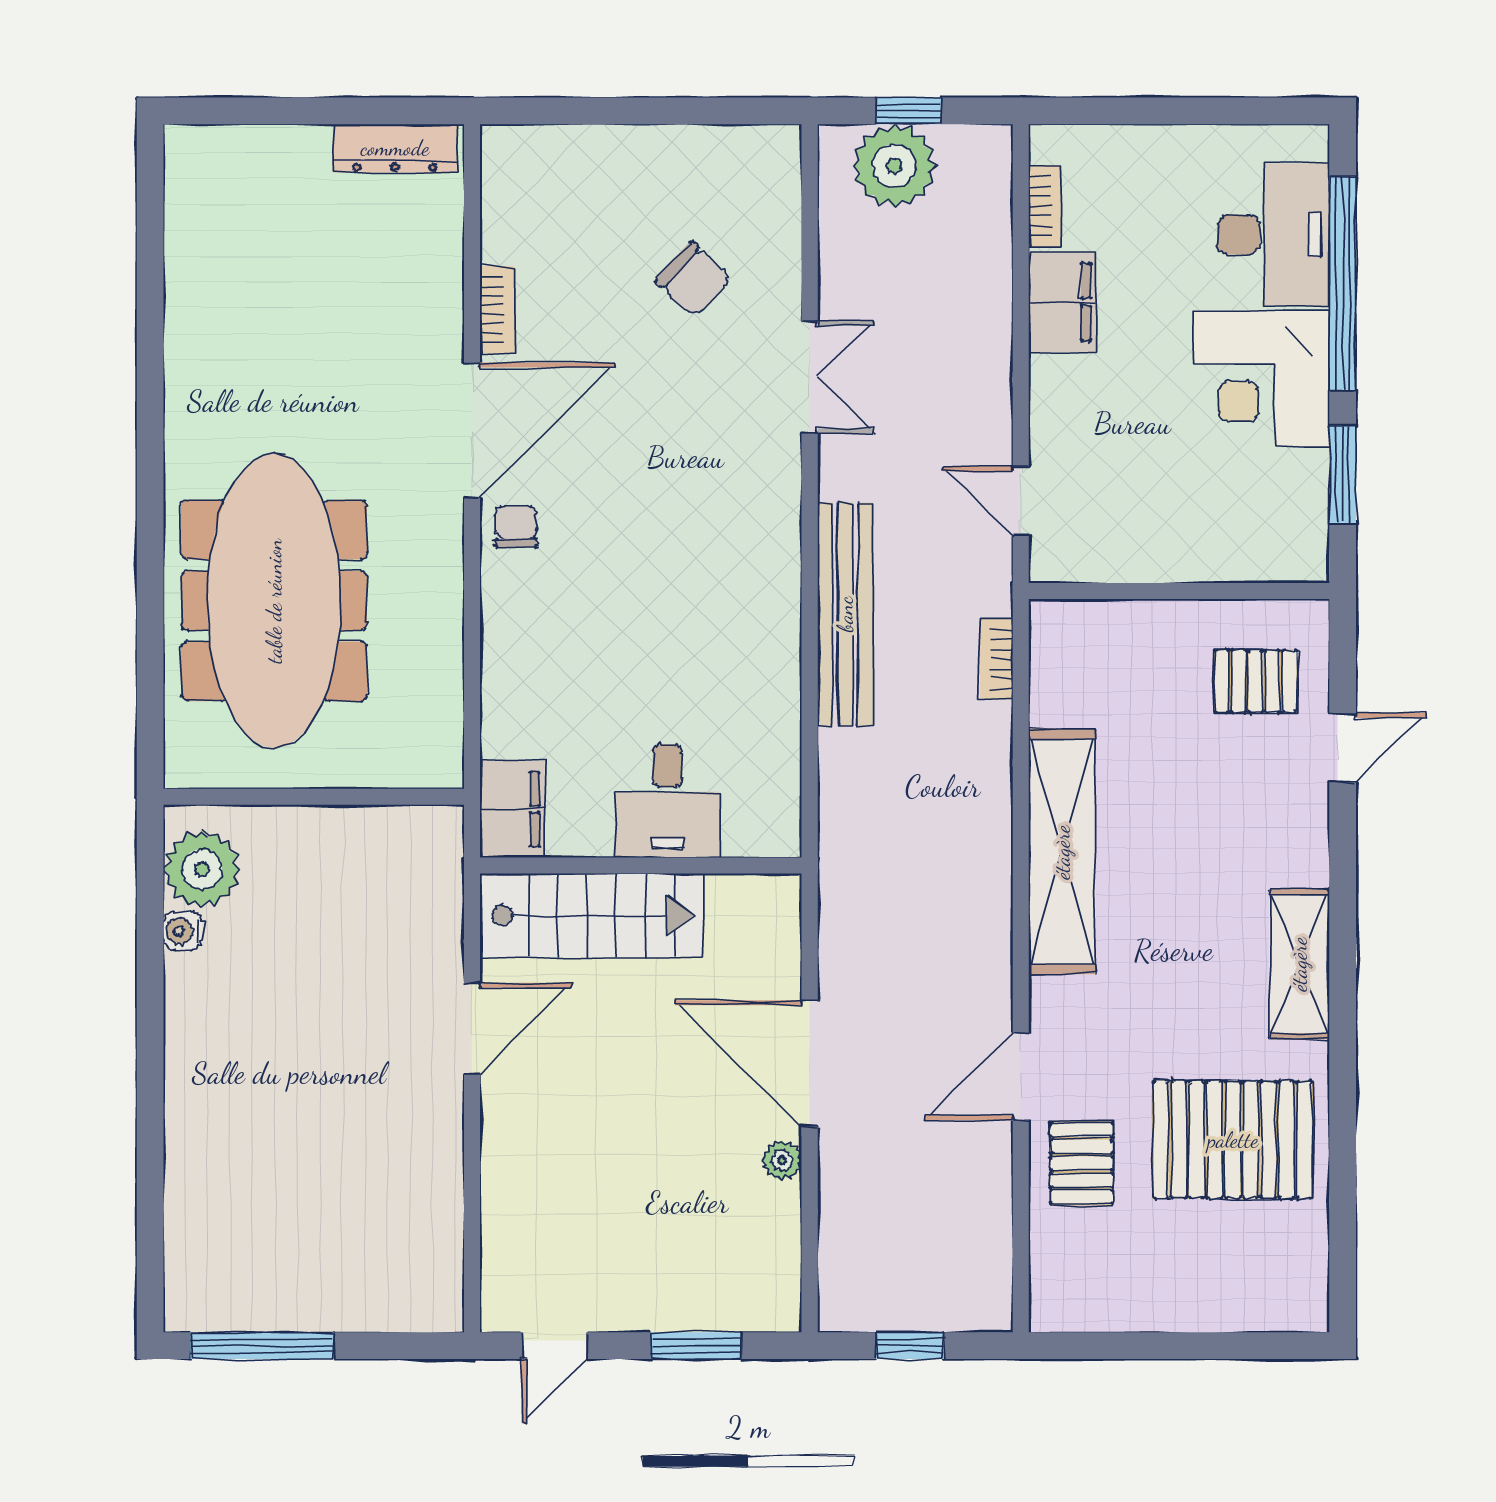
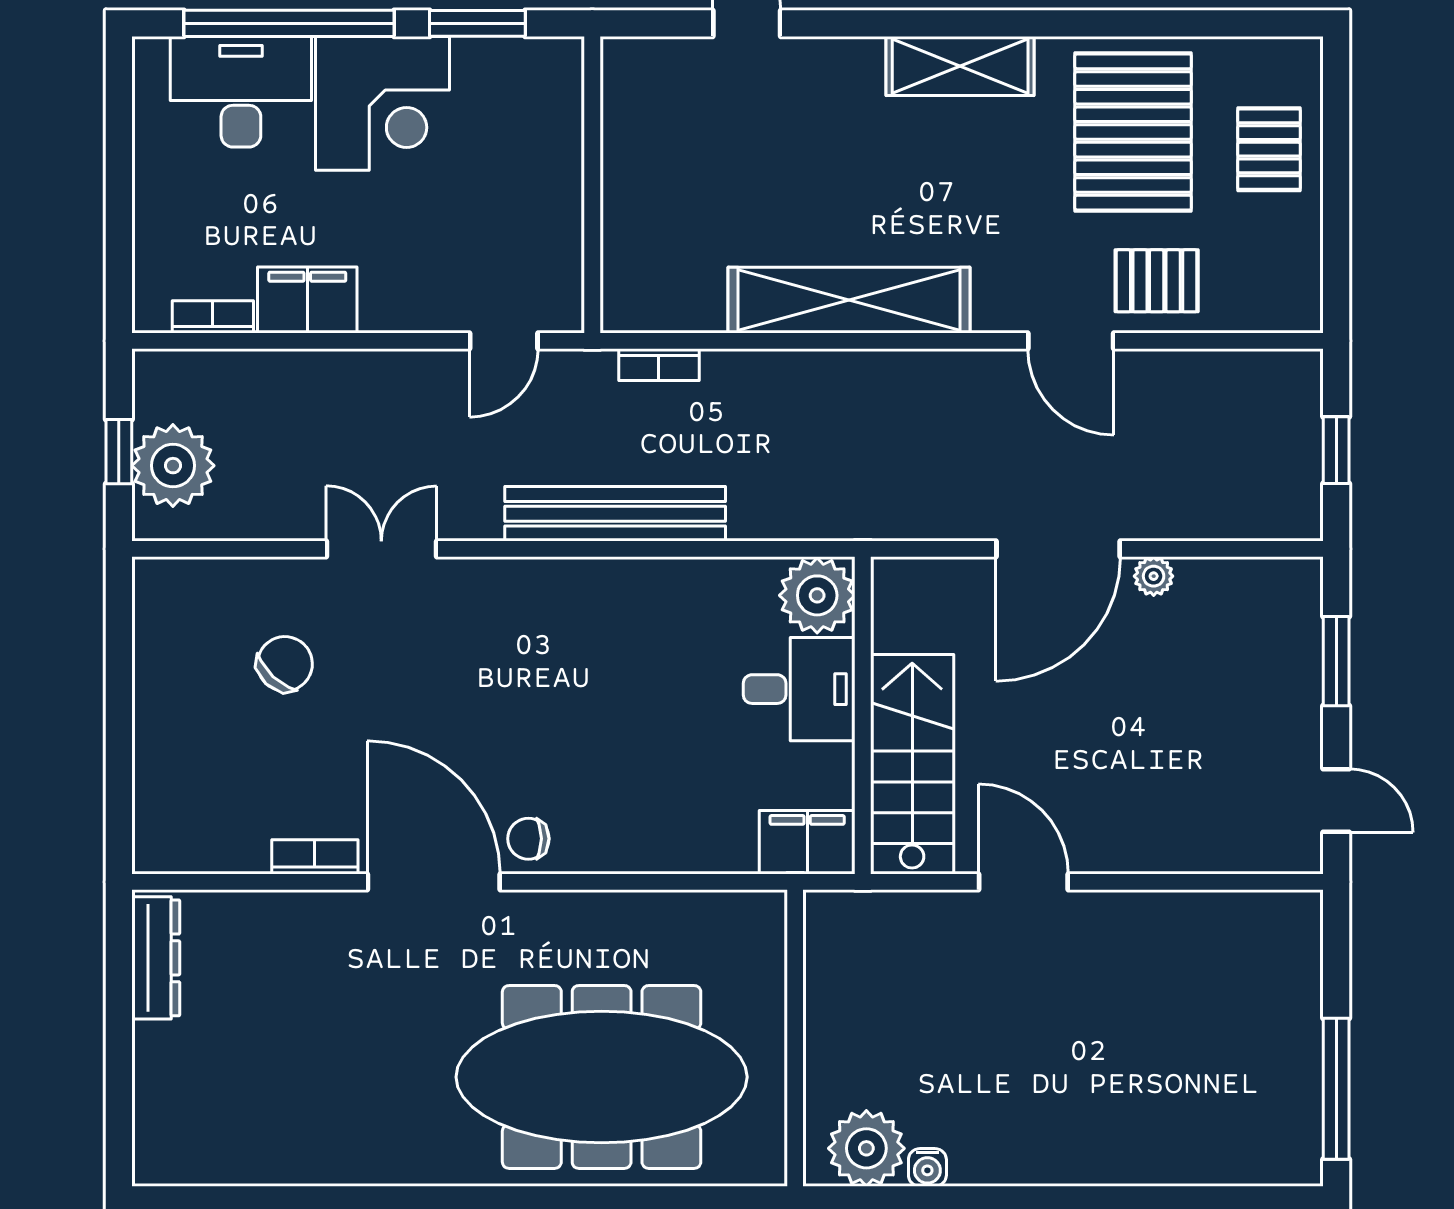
pallet: (1256, 681) -> (1269, 149), moved
plant: (763, 819) -> (817, 595), added

